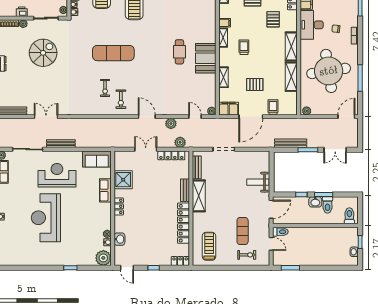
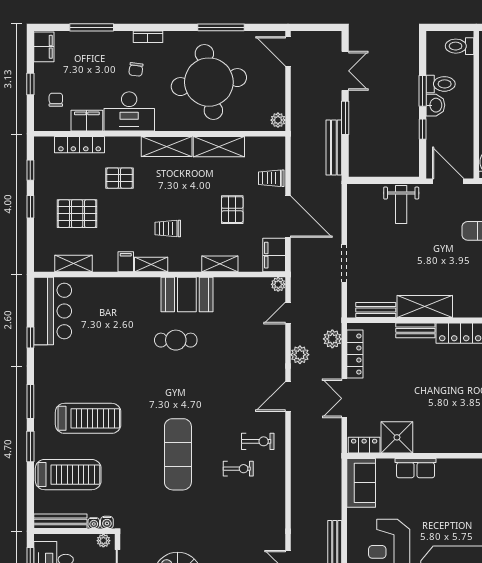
locker: (119, 206) -> (364, 445), moved

